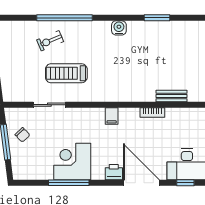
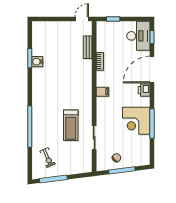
water cooler: (119, 28) -> (37, 62), moved
exercise bike: (50, 41) -> (47, 158), moved

